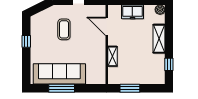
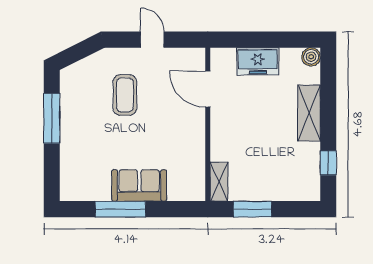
window: (26, 41) -> (52, 118), width x2.17
shelving: (113, 56) -> (219, 182), moved
sofa: (59, 74) -> (139, 185), width x0.54, depth x0.79

